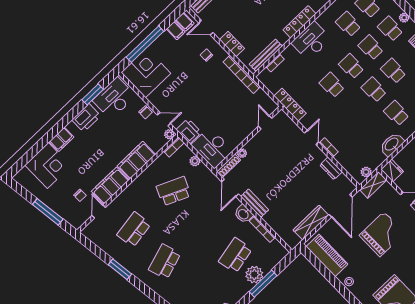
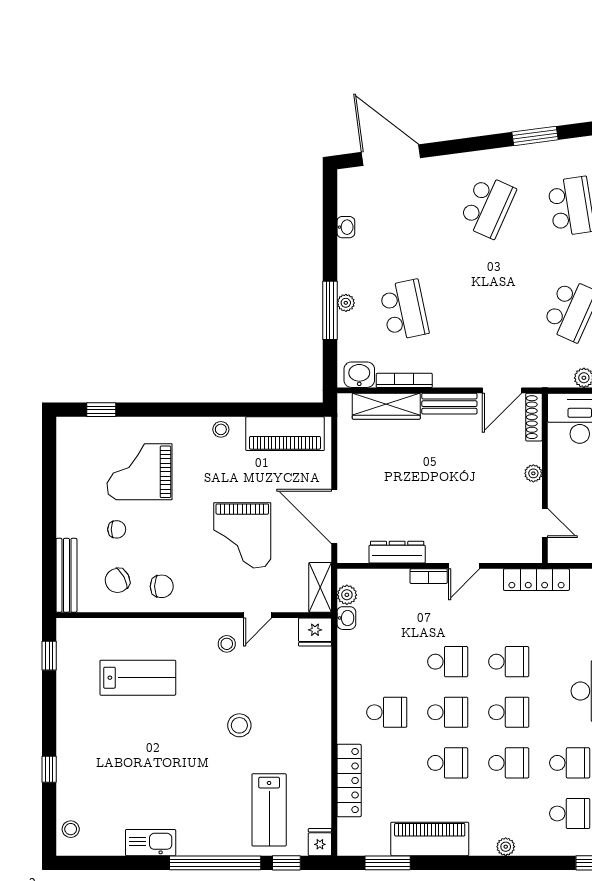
school desk: (390, 29) -> (448, 662), moved
door: (312, 138) -> (464, 566), hinge flipped
washbasin: (392, 144) -> (346, 618), moved, width x0.52, depth x0.69
plant: (242, 153) -> (533, 473), moved
dresser: (331, 168) -> (397, 552), width x1.44
door: (230, 188) -> (502, 390), swing flipped
washbasin: (243, 214) -> (359, 375), moved
wardrobe: (311, 223) -> (386, 406), moved, turned 90
school desk: (165, 262) -> (488, 206), turned 42
plant: (254, 275) -> (346, 303), width x0.53, depth x0.53

